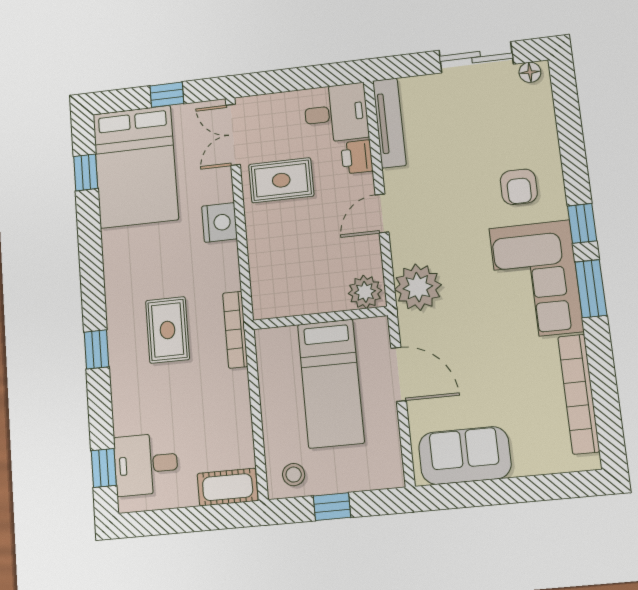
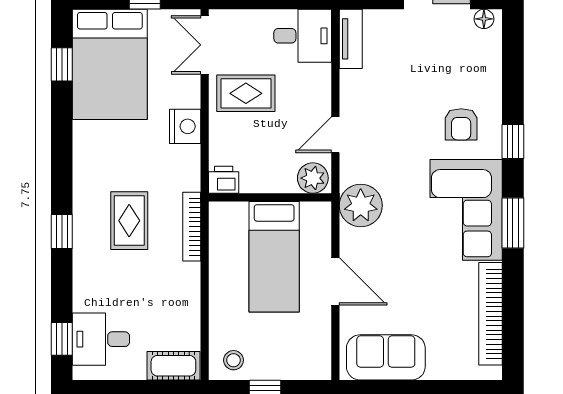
tv unit: (389, 123) -> (351, 39), width x0.71
printer: (357, 157) -> (224, 180), moved, turned 90
window: (582, 223) -> (513, 142), moved
plant: (365, 292) -> (313, 178), moved
wall: (320, 318) -> (270, 197), moved
bed: (331, 383) -> (274, 257), moved

